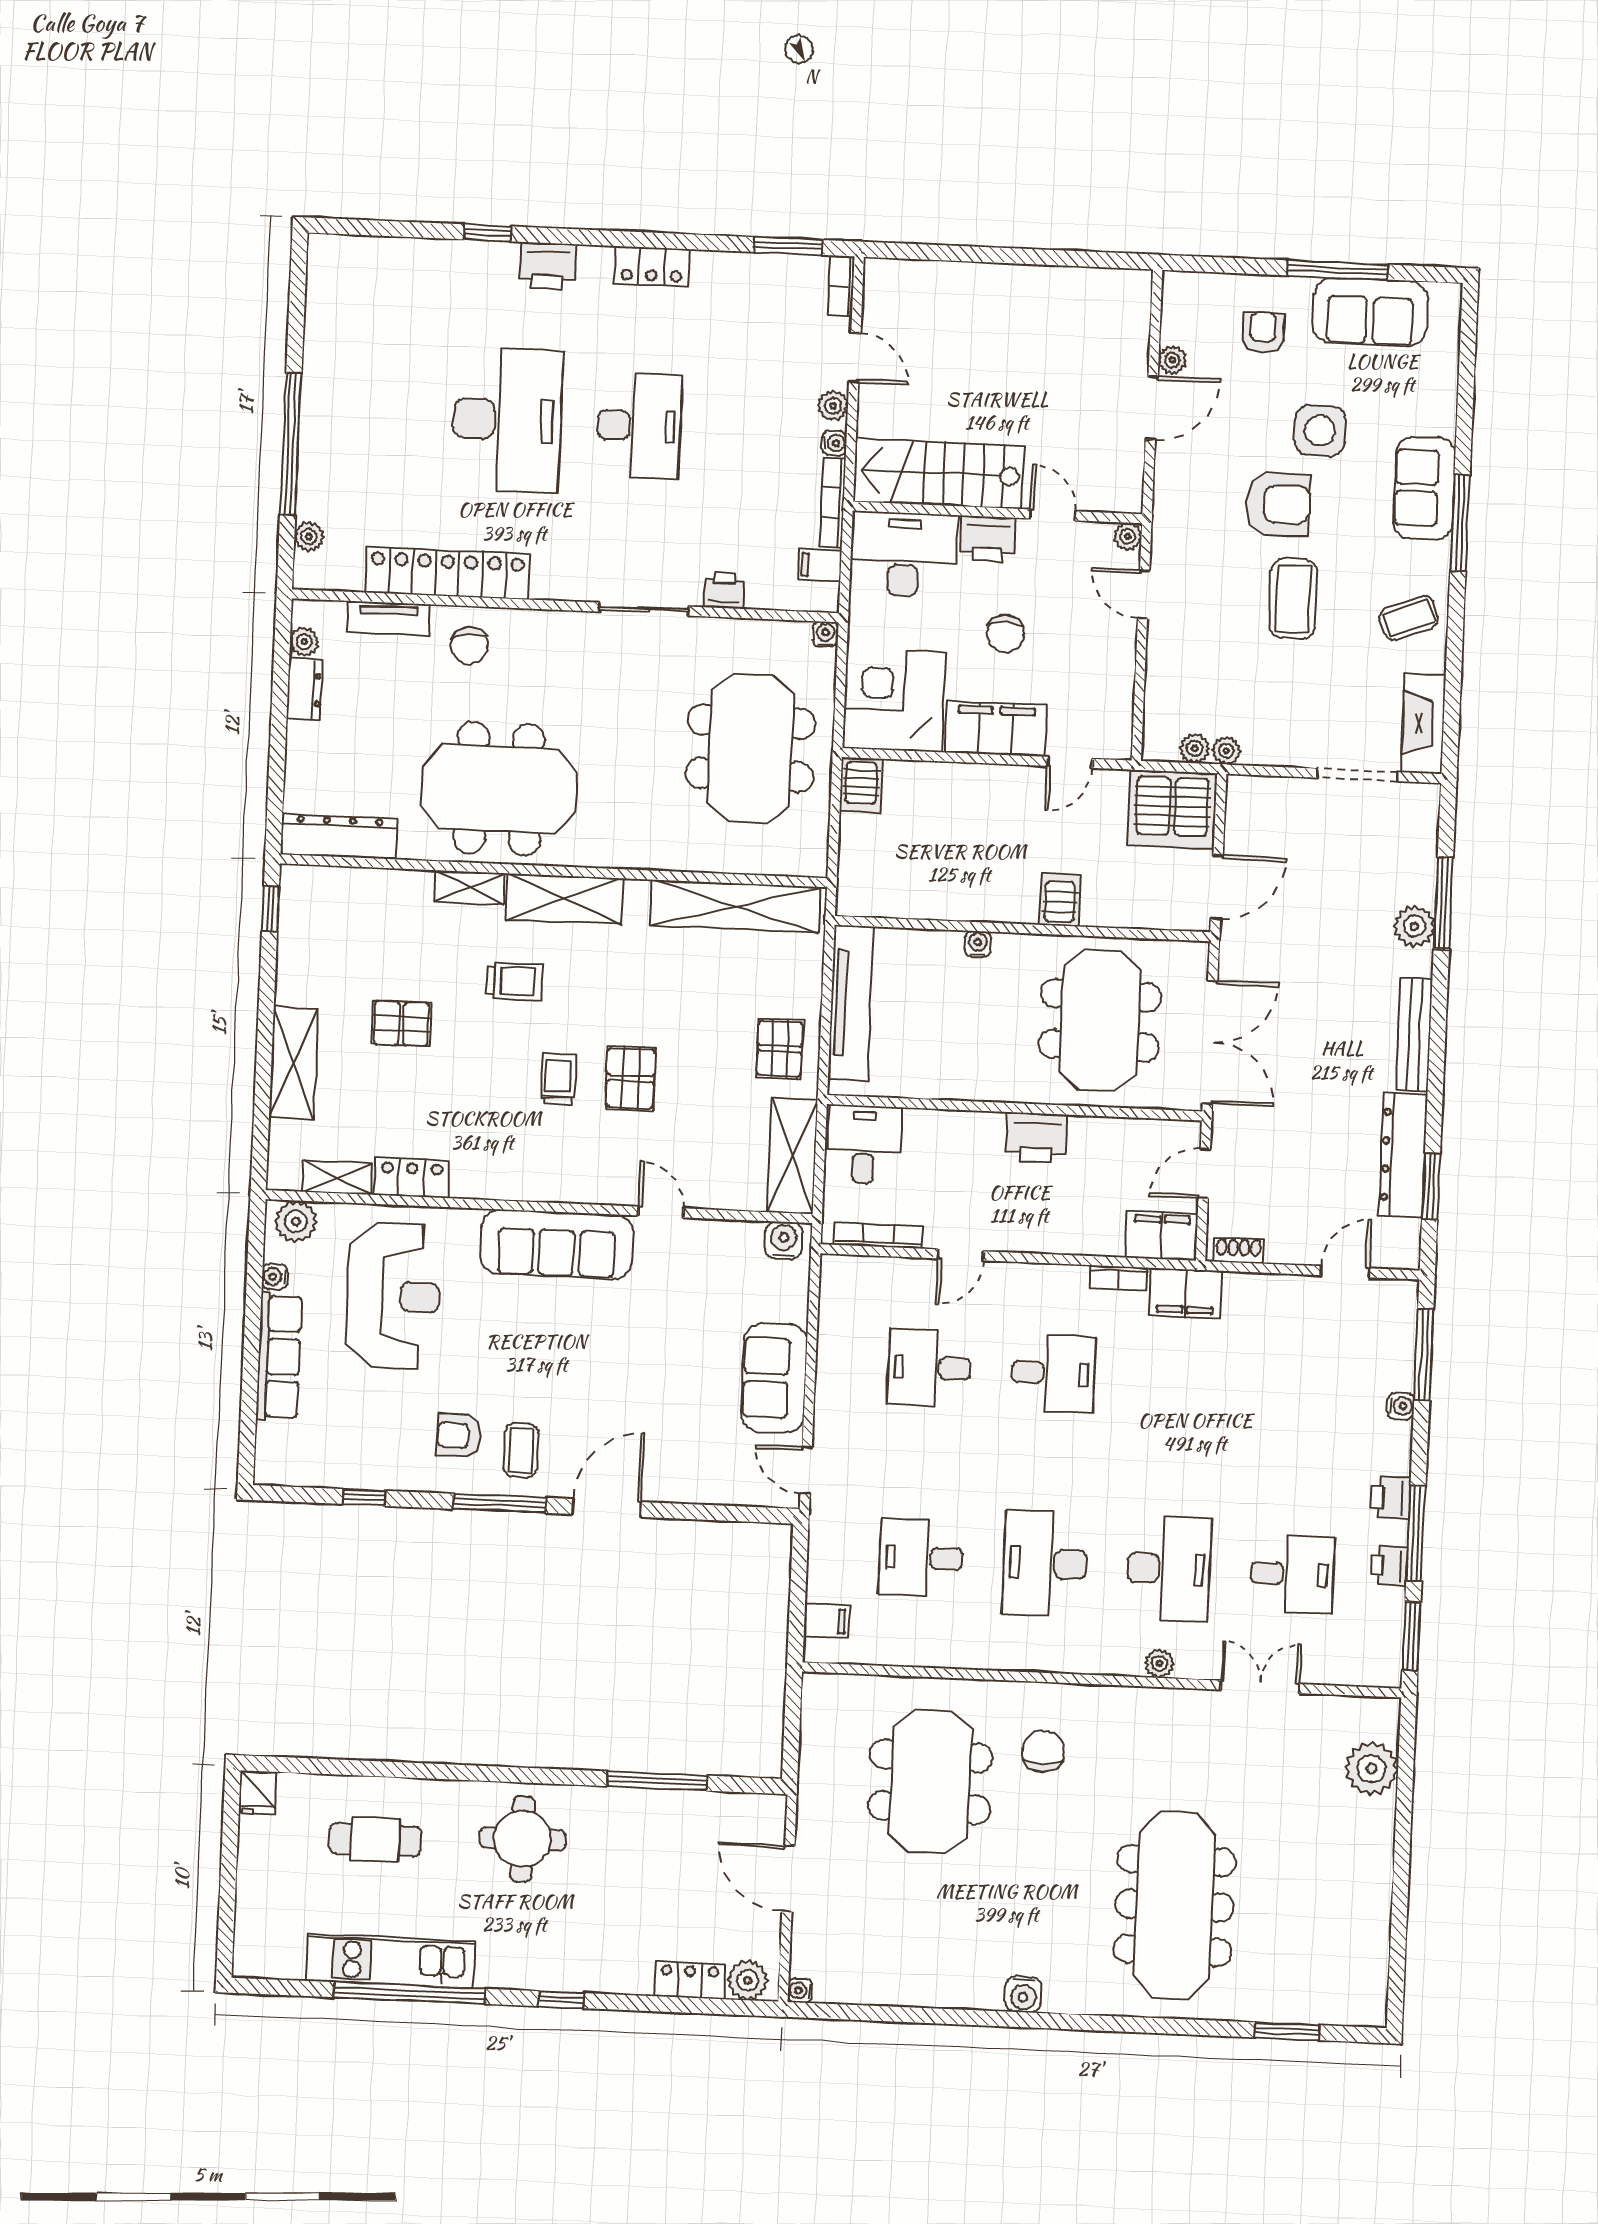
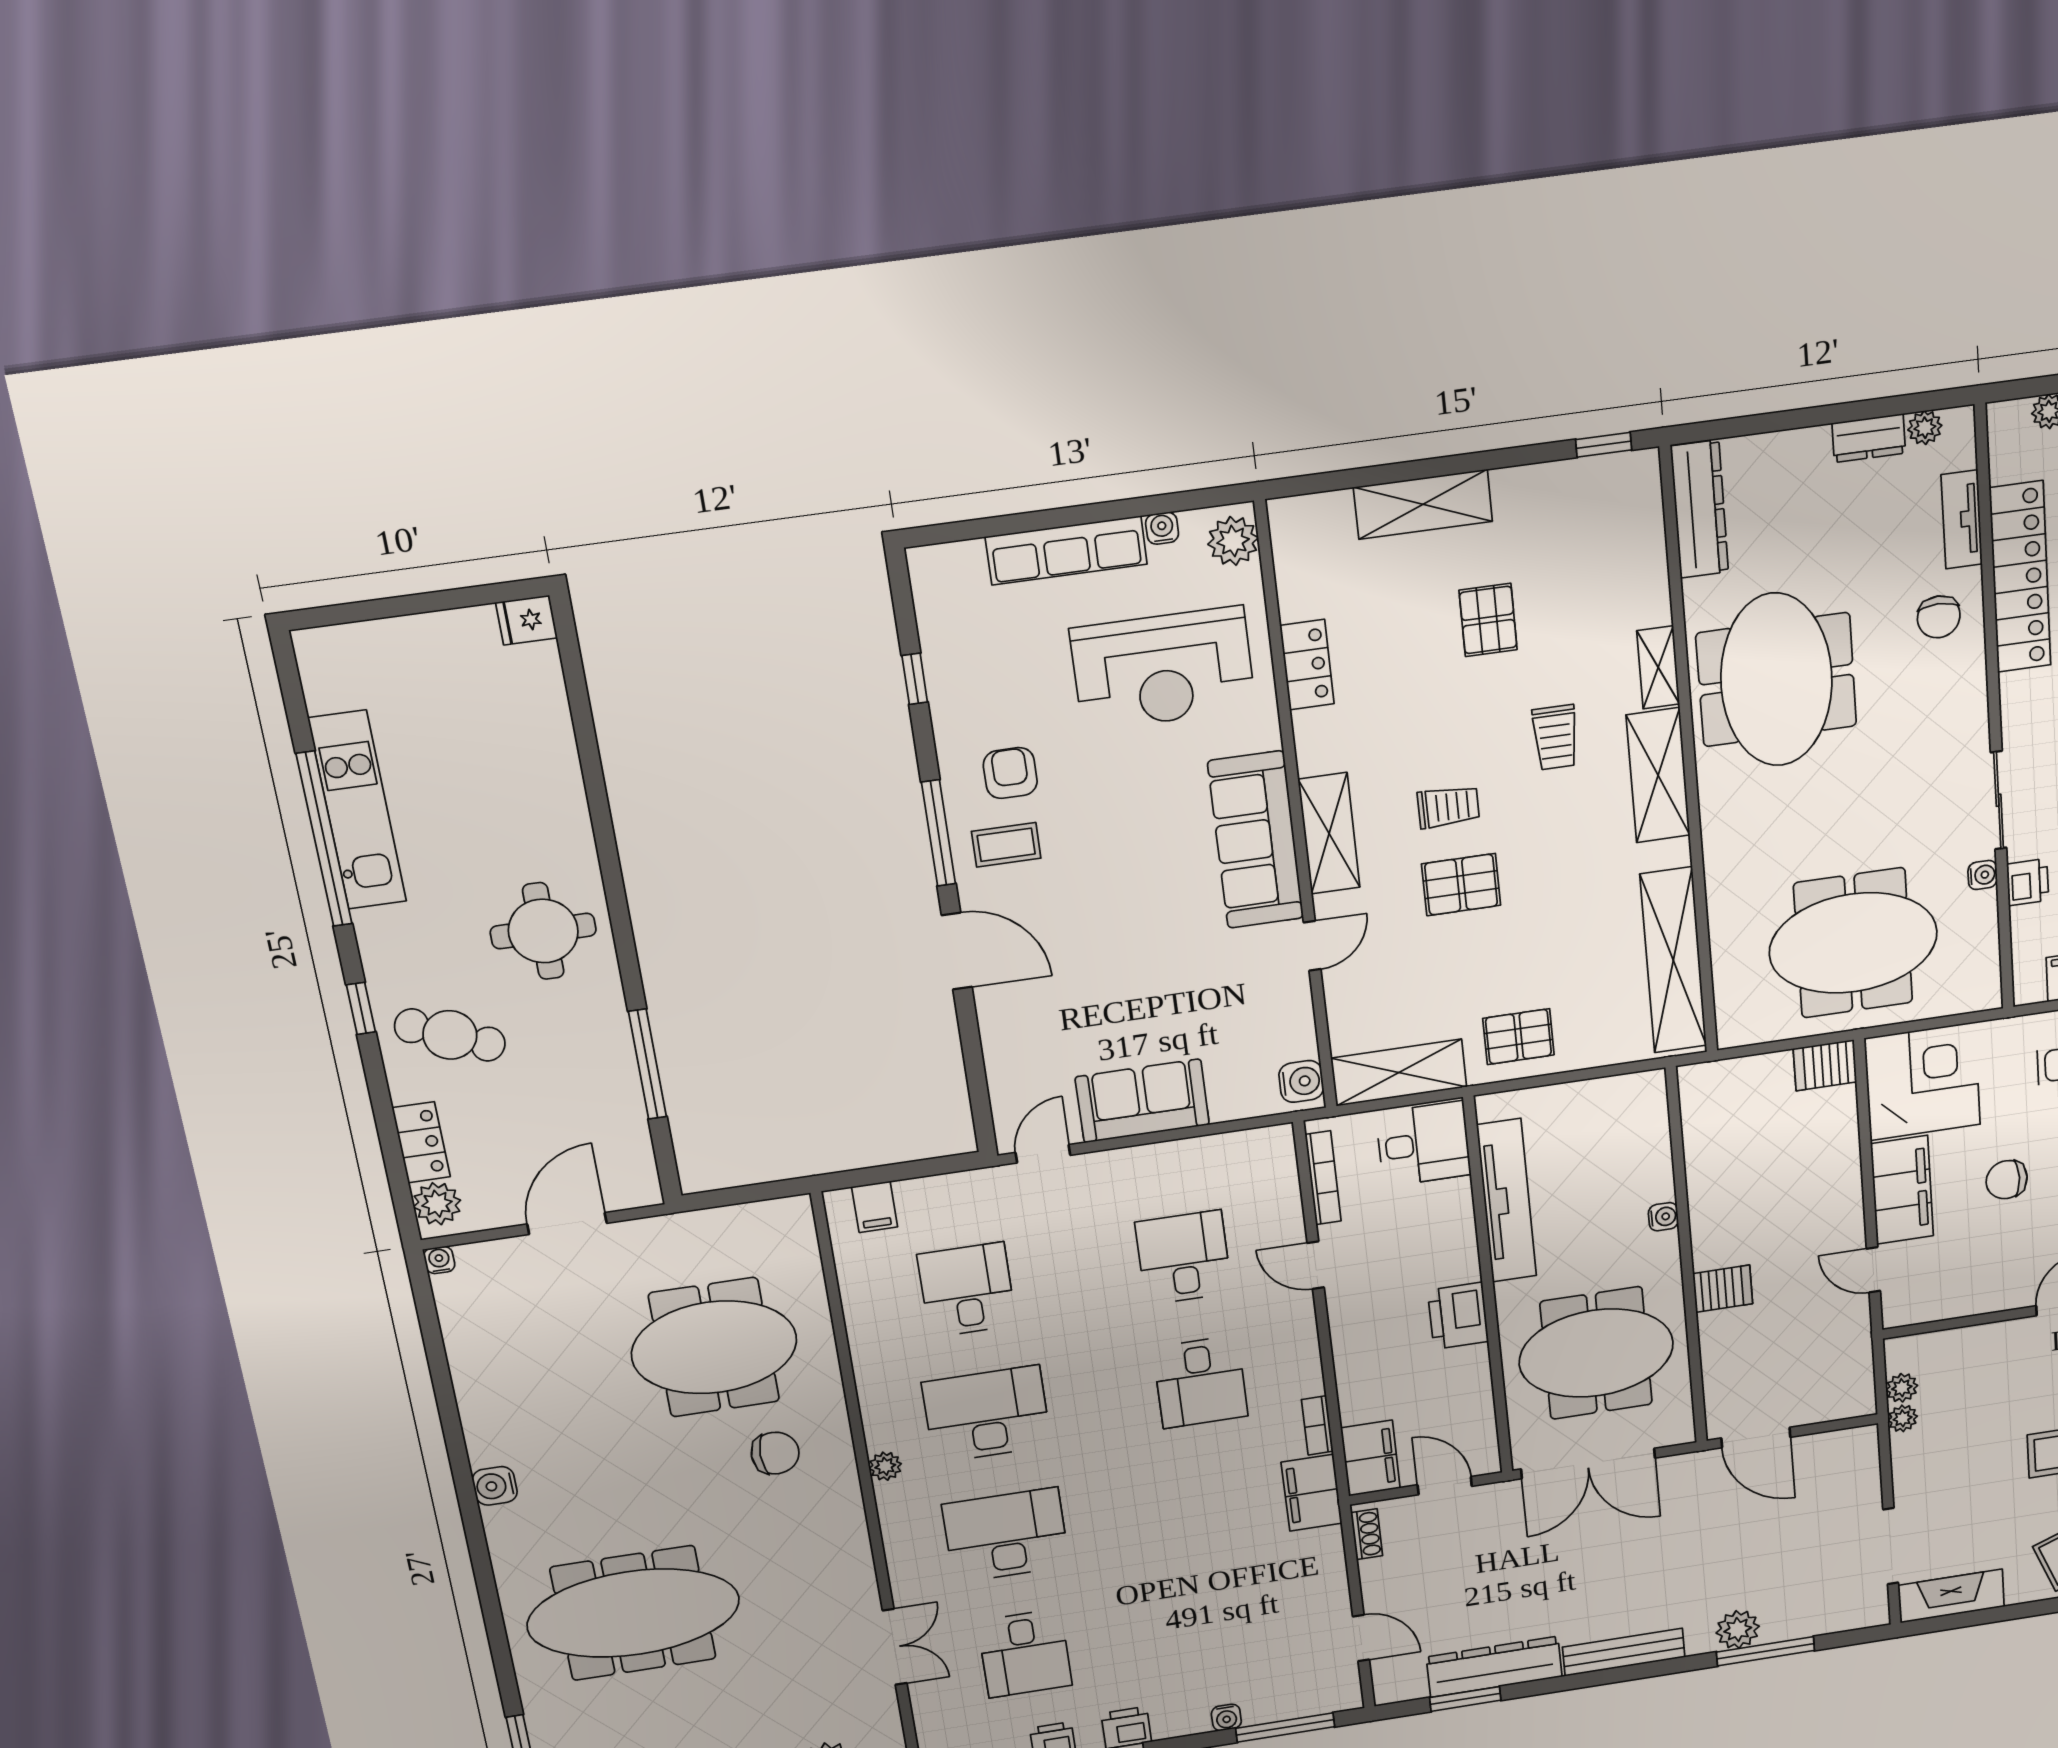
water cooler: (825, 634) -> (1983, 875), moved
chair: (470, 646) -> (1939, 617), turned -85
server rack: (1172, 809) -> (1834, 1379), removed
tv unit: (851, 1003) -> (1507, 1201), moved, turned -90
shelving: (337, 1178) -> (1329, 833), moved, width x1.50, depth x1.33
desk: (1169, 1569) -> (1006, 1535), turned 180
plant: (1159, 1664) -> (885, 1466), moved
cafe table: (375, 1840) -> (450, 1035), moved, turned -66

